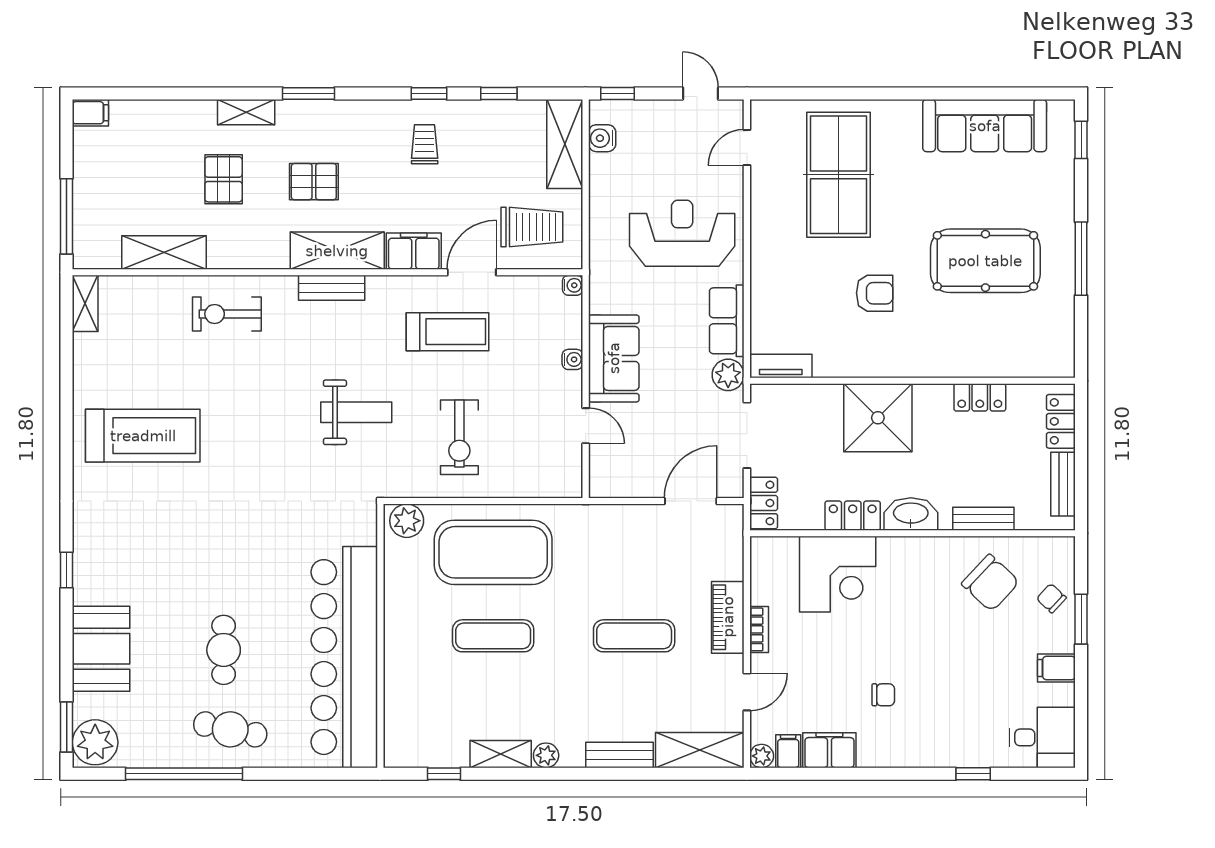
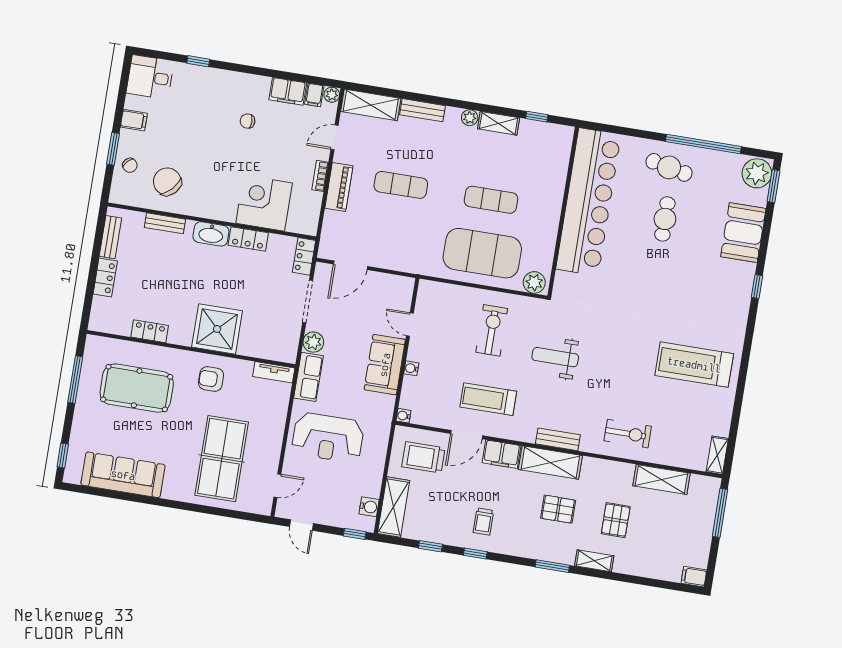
tv unit: (781, 366) -> (274, 372), moved
wall: (913, 381) -> (191, 349), moved
locker: (980, 397) -> (150, 331), moved
shower: (878, 418) -> (217, 329), moved

